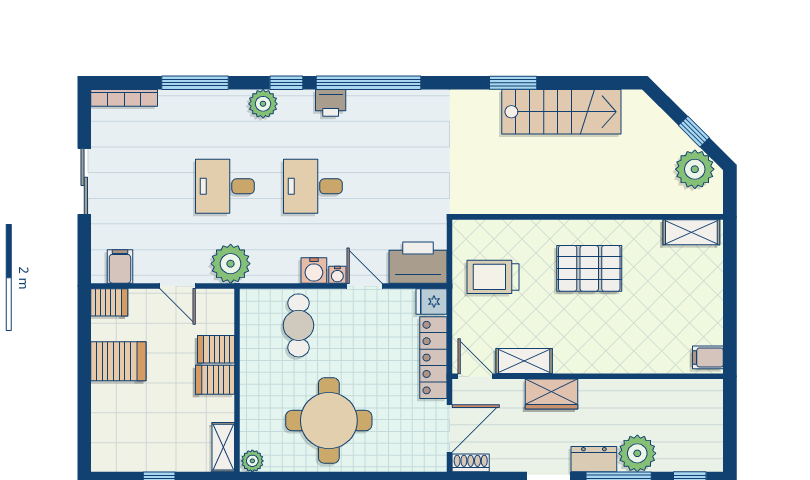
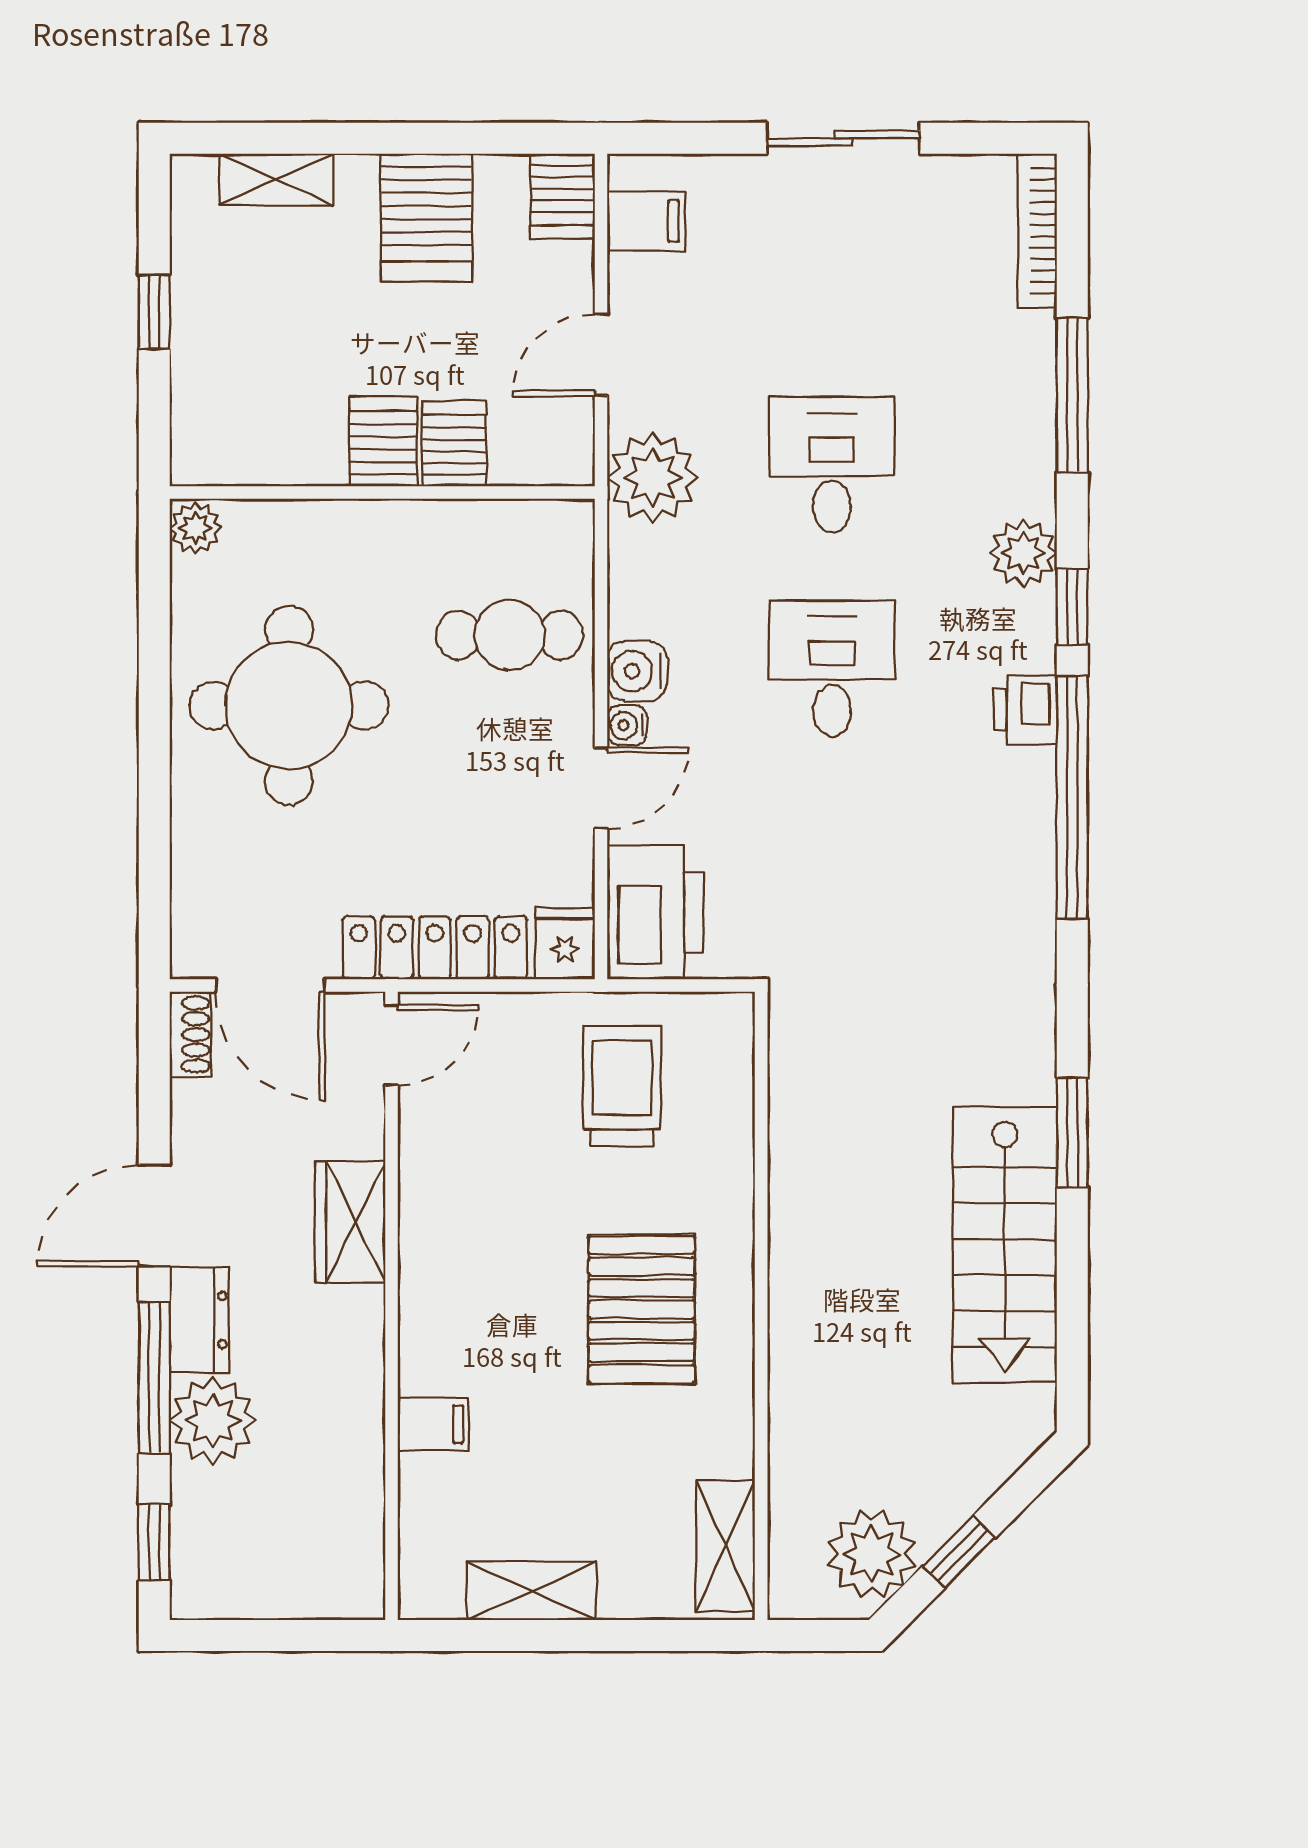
filing cabinet: (708, 357) -> (433, 1424), moved, turned 90
shelving: (524, 361) -> (532, 1591), moved, turned 90
shelving: (223, 447) -> (276, 180), moved

